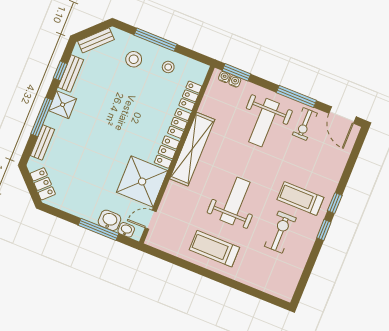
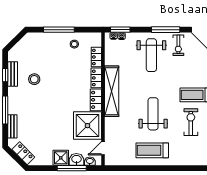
bench: (96, 40) -> (20, 46), removed
stool: (134, 59) -> (34, 79), moved
shower: (63, 105) -> (61, 158), moved

